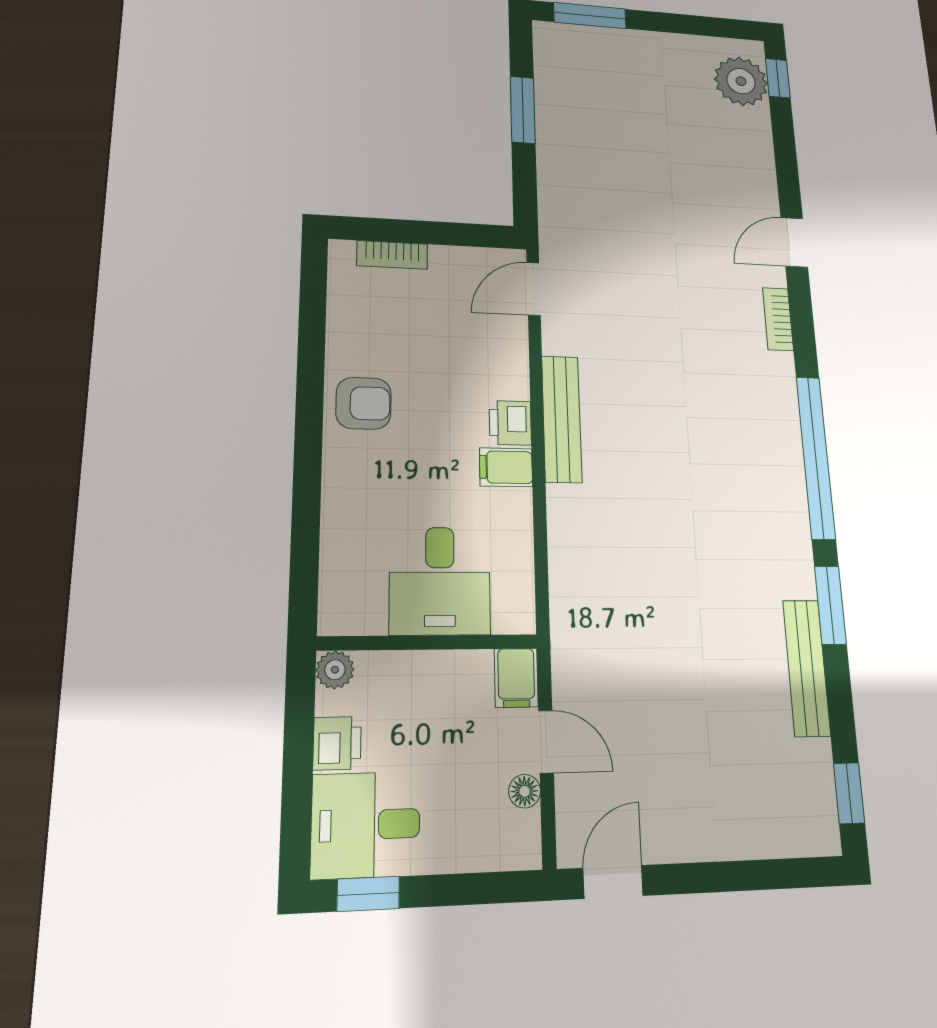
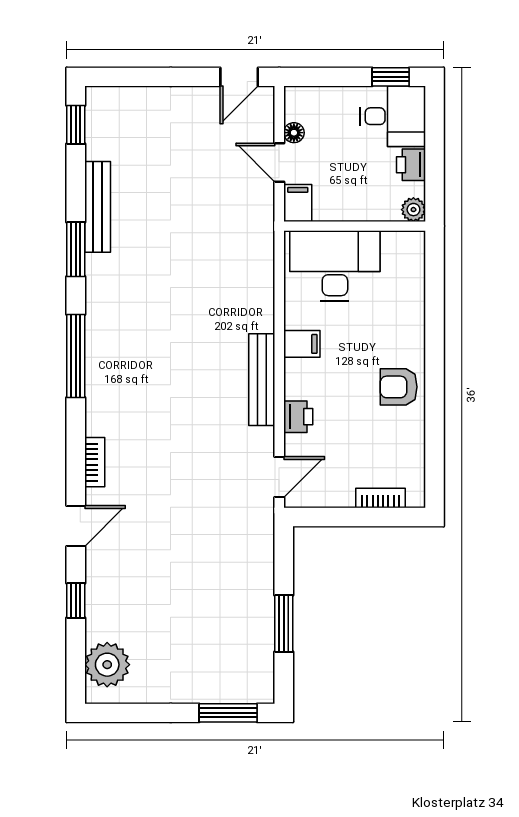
window: (778, 78) -> (76, 601), moved
printer: (510, 423) -> (298, 417), moved
window: (816, 457) -> (76, 356), width x0.68
desk: (440, 581) -> (335, 266), width x1.37

